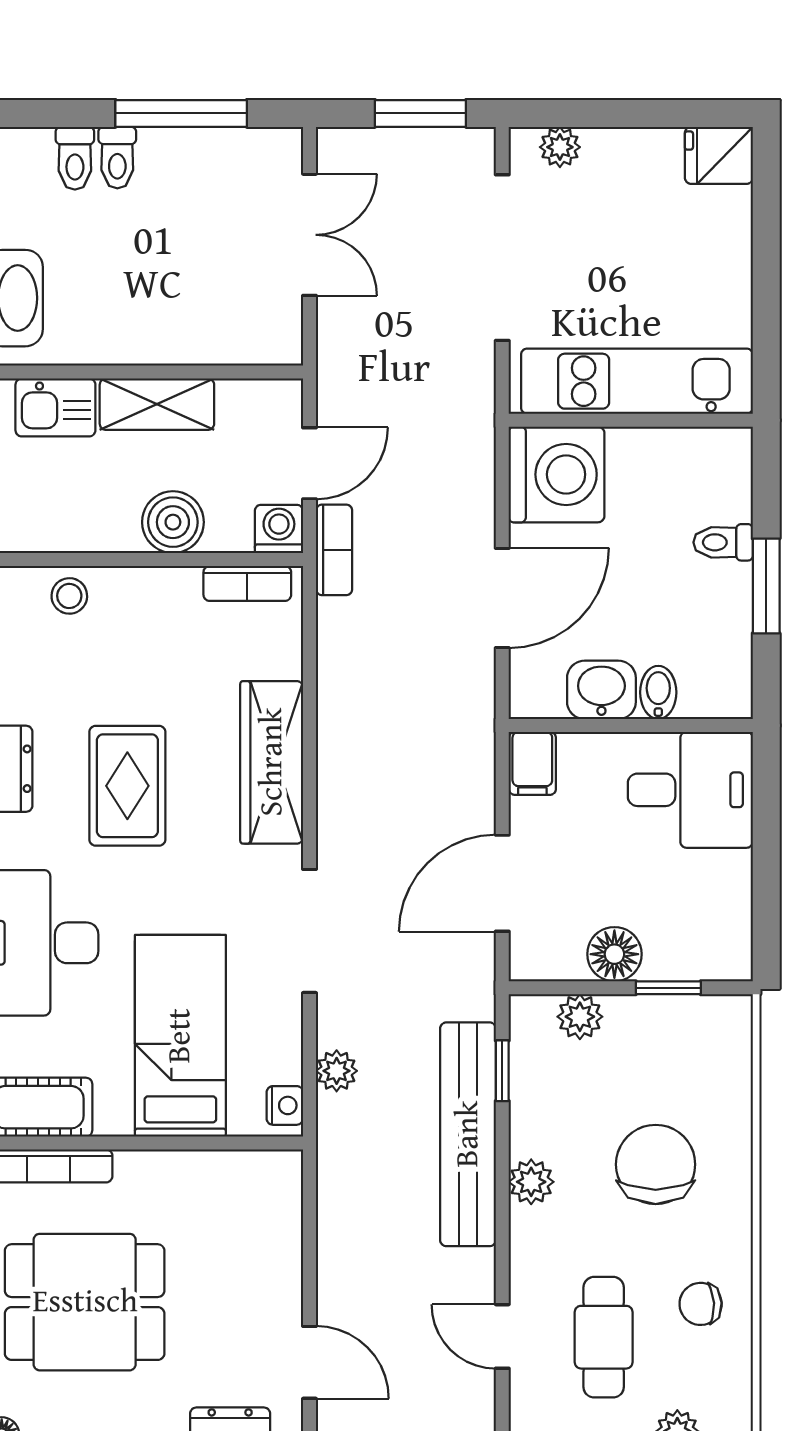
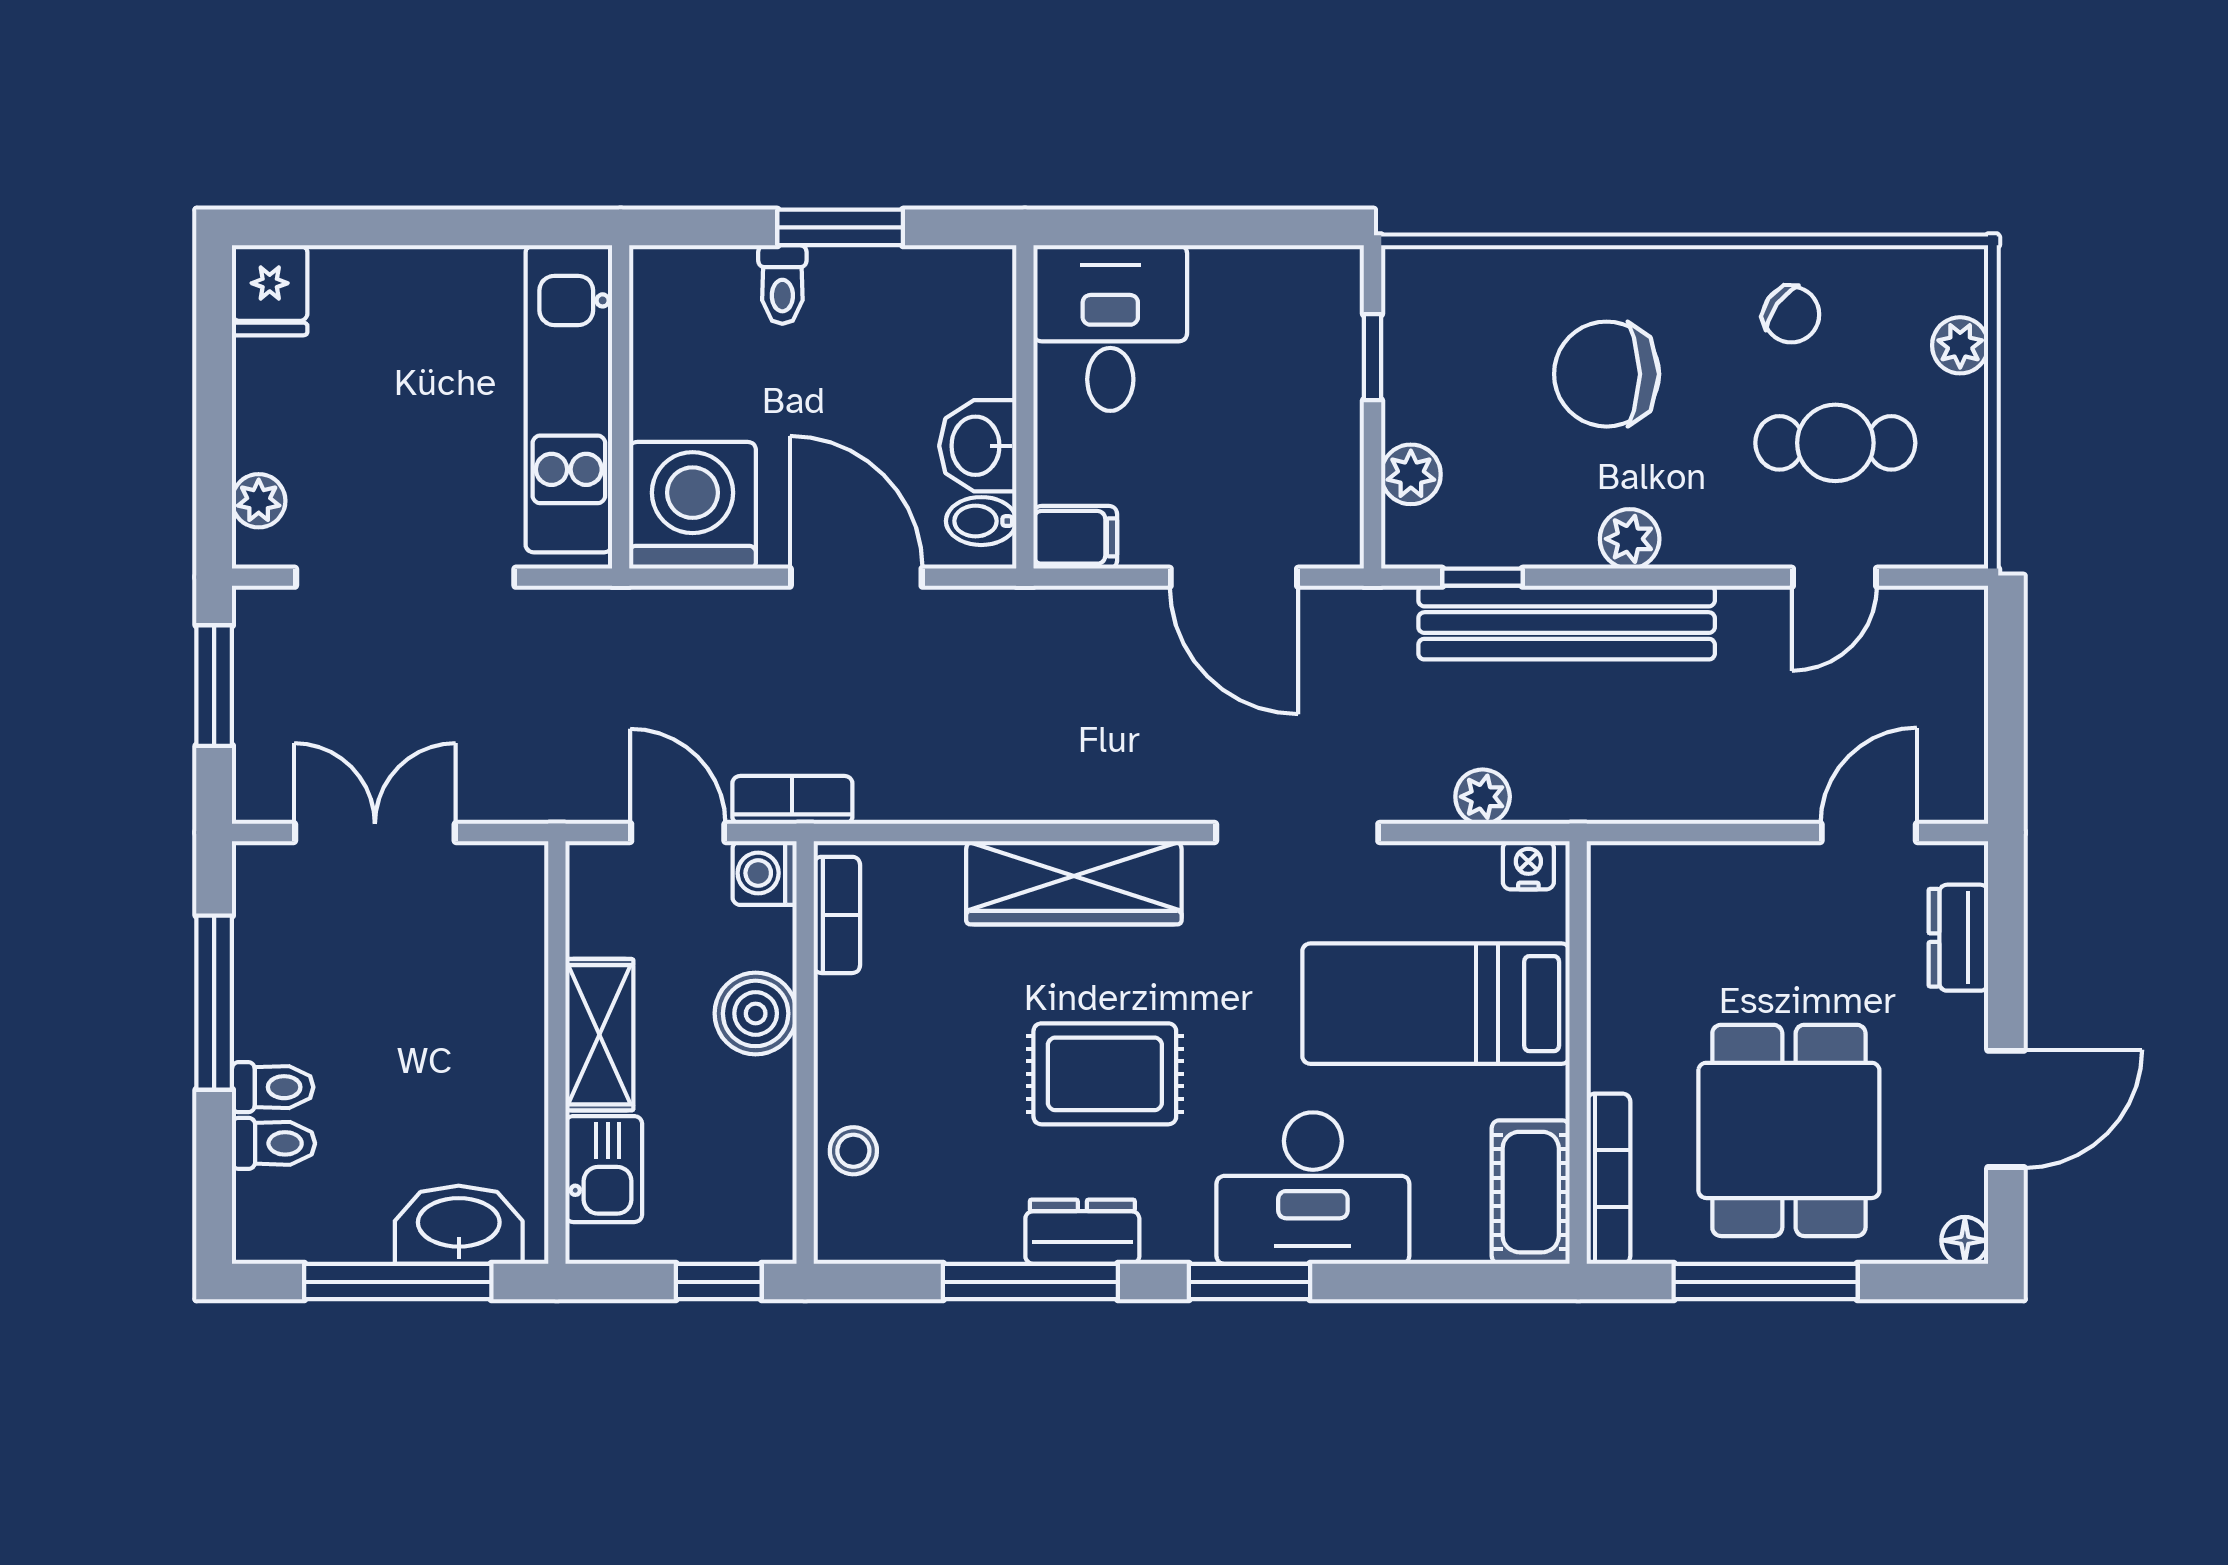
bidet: (658, 692) -> (981, 521), moved
floor lamp: (614, 954) -> (1328, 429), removed
chair: (701, 1304) -> (1791, 314), turned -51

